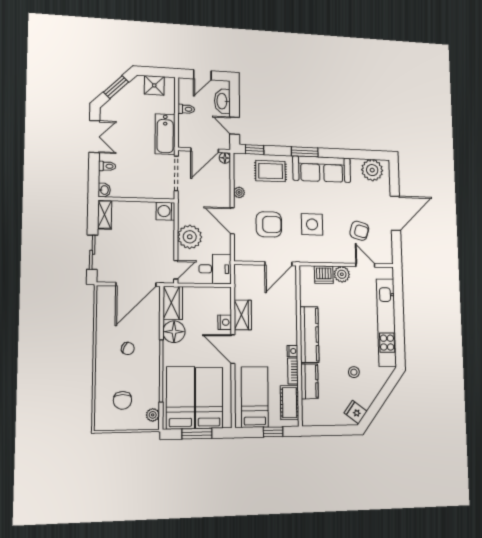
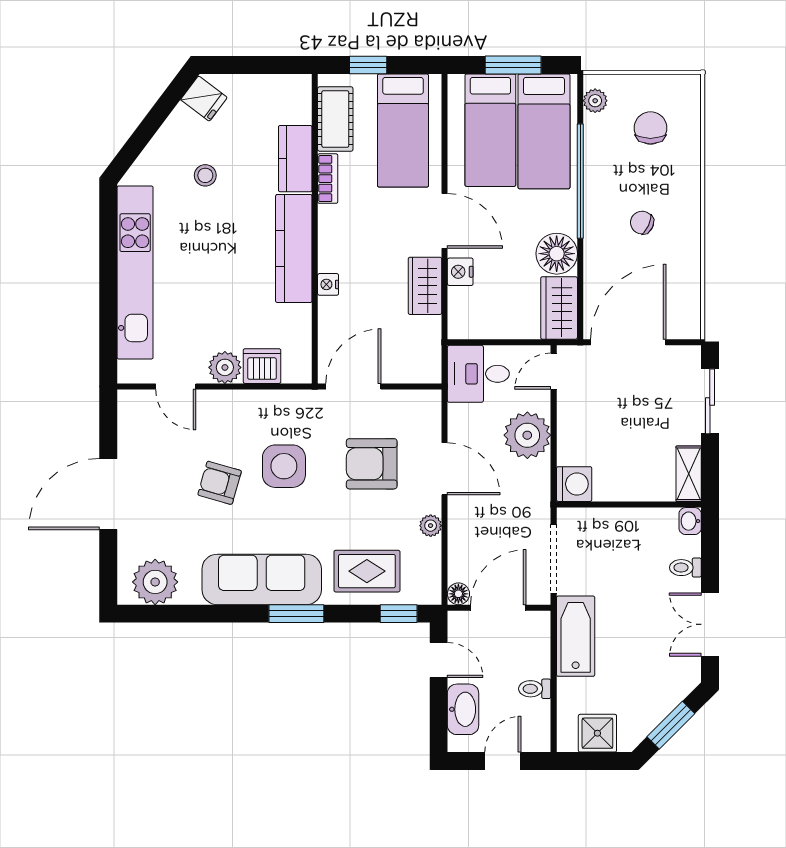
armchair: (359, 231) -> (220, 483), moved
nightstand: (292, 351) -> (328, 284), moved

